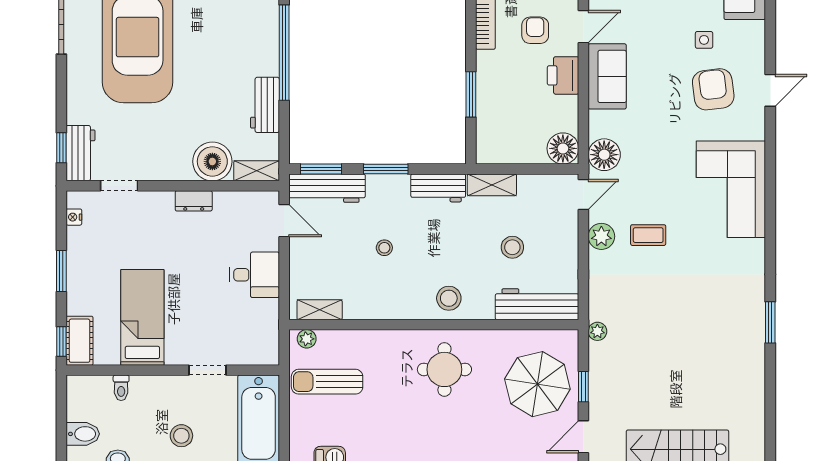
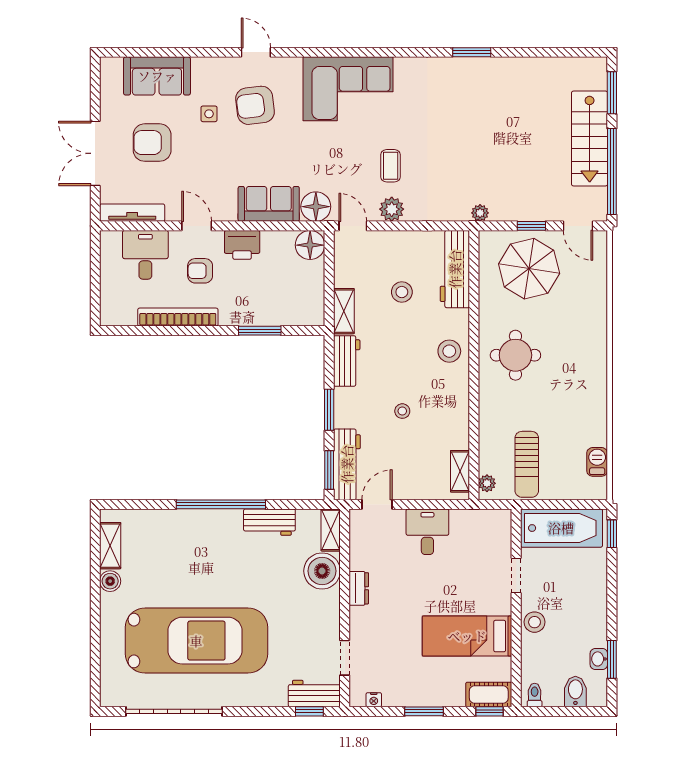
sofa: (607, 76) -> (269, 204), moved
toilet: (121, 388) -> (535, 695), moved, turned -90
stool: (181, 436) -> (535, 622), moved

